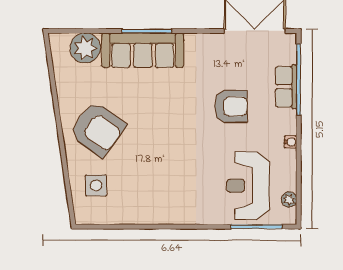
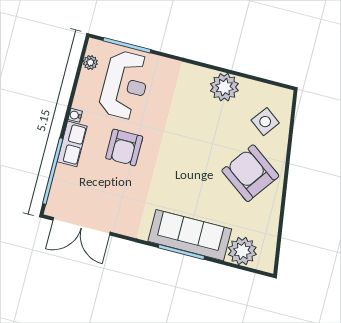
row of seats: (286, 87) -> (72, 144), moved
armchair: (231, 106) -> (124, 147), moved, turned -90
side table: (96, 185) -> (265, 122), turned 37
plant: (146, 210) -> (224, 87), added

